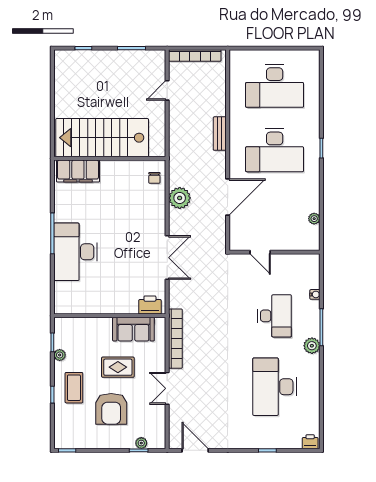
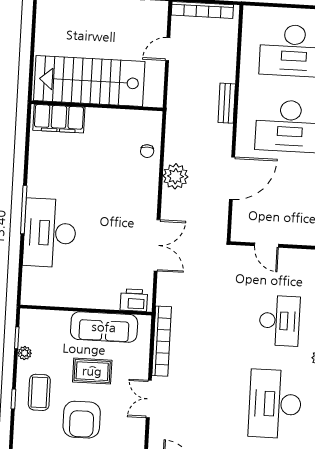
stairs: (102, 138) -> (89, 81), moved
wall: (110, 158) -> (97, 106), moved
filing cabinet: (78, 171) -> (59, 119), moved
sofa: (133, 329) -> (104, 327), width x1.36

